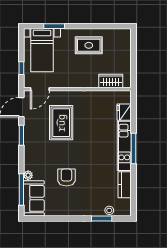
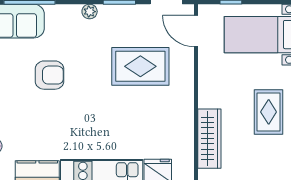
wardrobe: (111, 81) -> (209, 139), width x1.50
plant: (28, 175) -> (90, 12), moved

